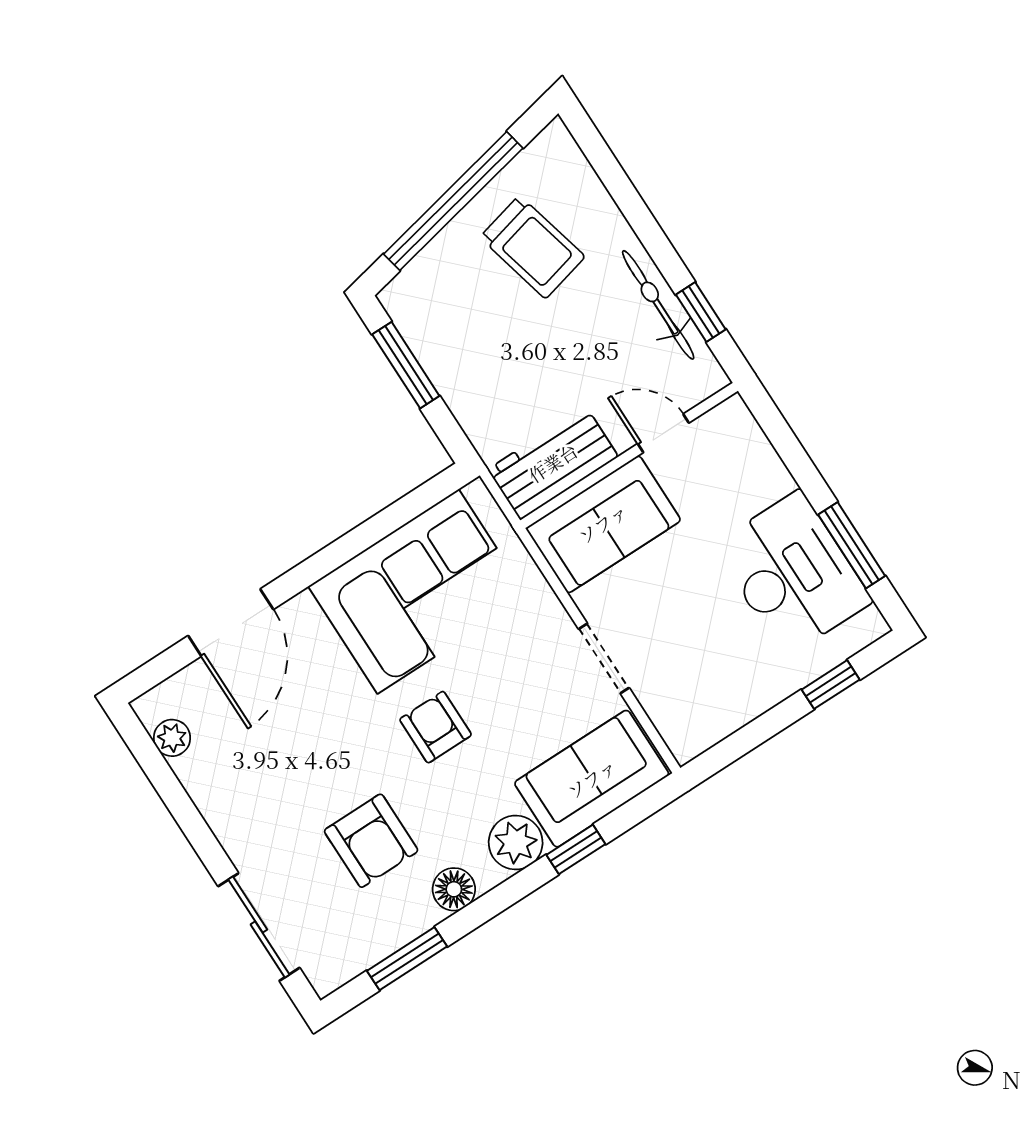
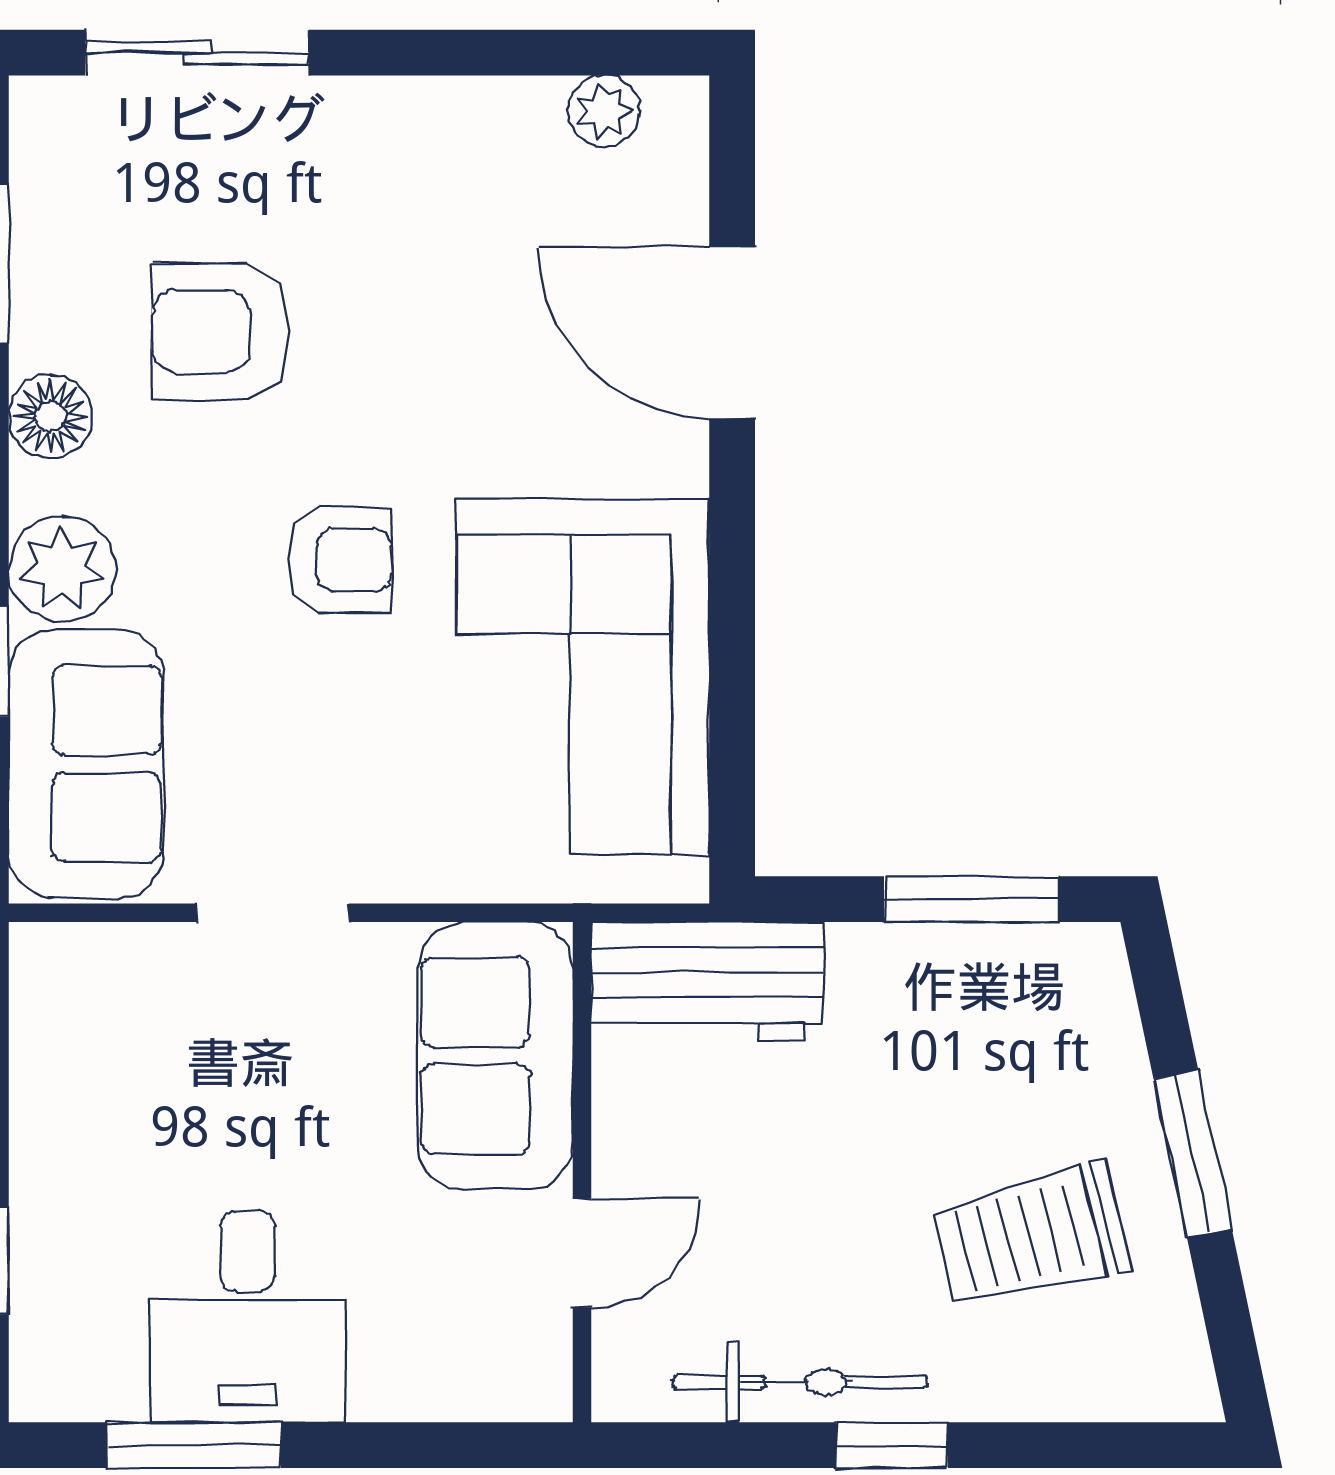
window: (453, 201) -> (1193, 1154), width x0.47
window: (701, 312) -> (892, 1445), moved
workbench: (553, 463) -> (707, 982), moved, turned 90
desk: (793, 573) -> (247, 1317), width x0.73

